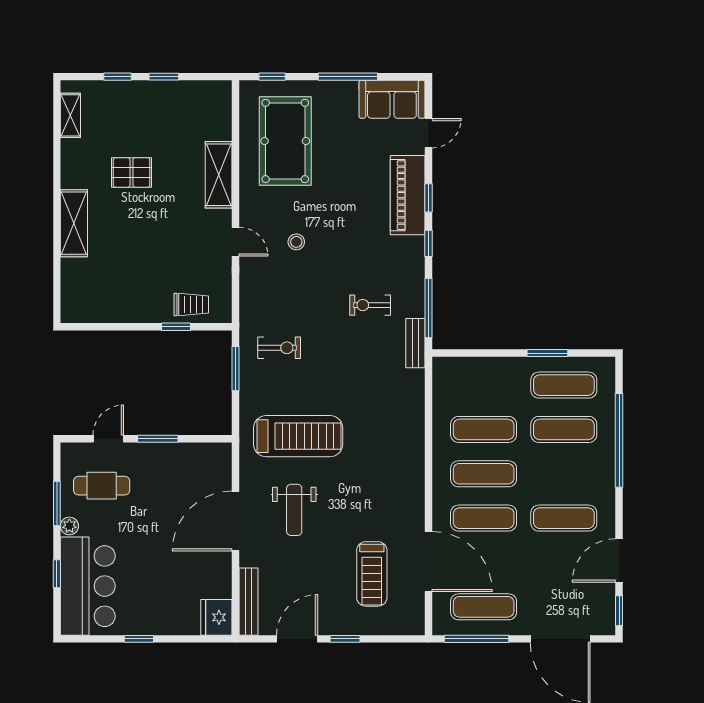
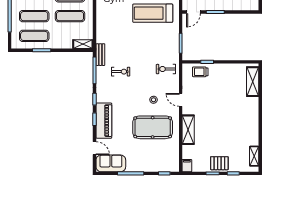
filing cabinet: (221, 94) -> (187, 166), added
door: (428, 133) -> (95, 148), swing flipped
pool table: (285, 141) -> (153, 127), moved, turned 90
pallet: (132, 173) -> (219, 163), moved
shelving: (74, 223) -> (253, 82), moved
exercise bike: (279, 348) -> (166, 69), moved
shelving: (455, 367) -> (83, 44), added
door: (108, 439) -> (193, 12), moved

